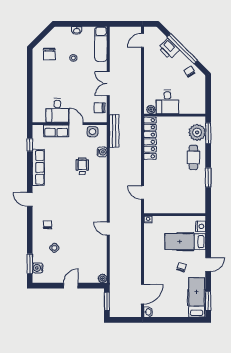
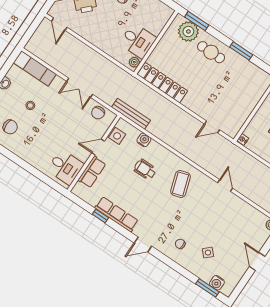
desk: (57, 110) -> (65, 167), moved
window: (30, 145) -> (100, 216), moved
coffee table: (89, 197) -> (181, 184), added
door: (108, 229) -> (225, 185), swing flipped

